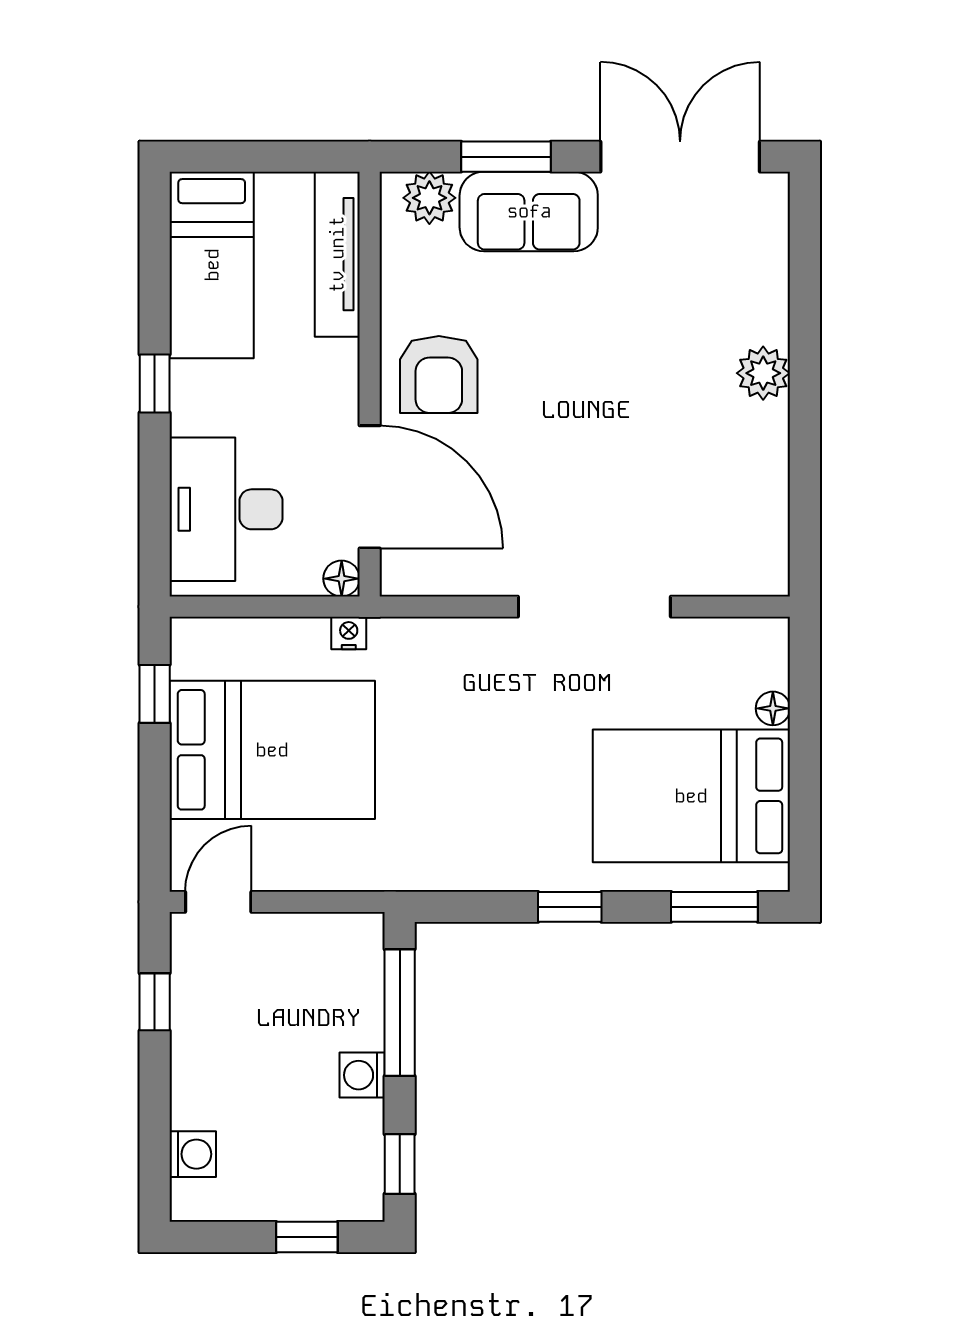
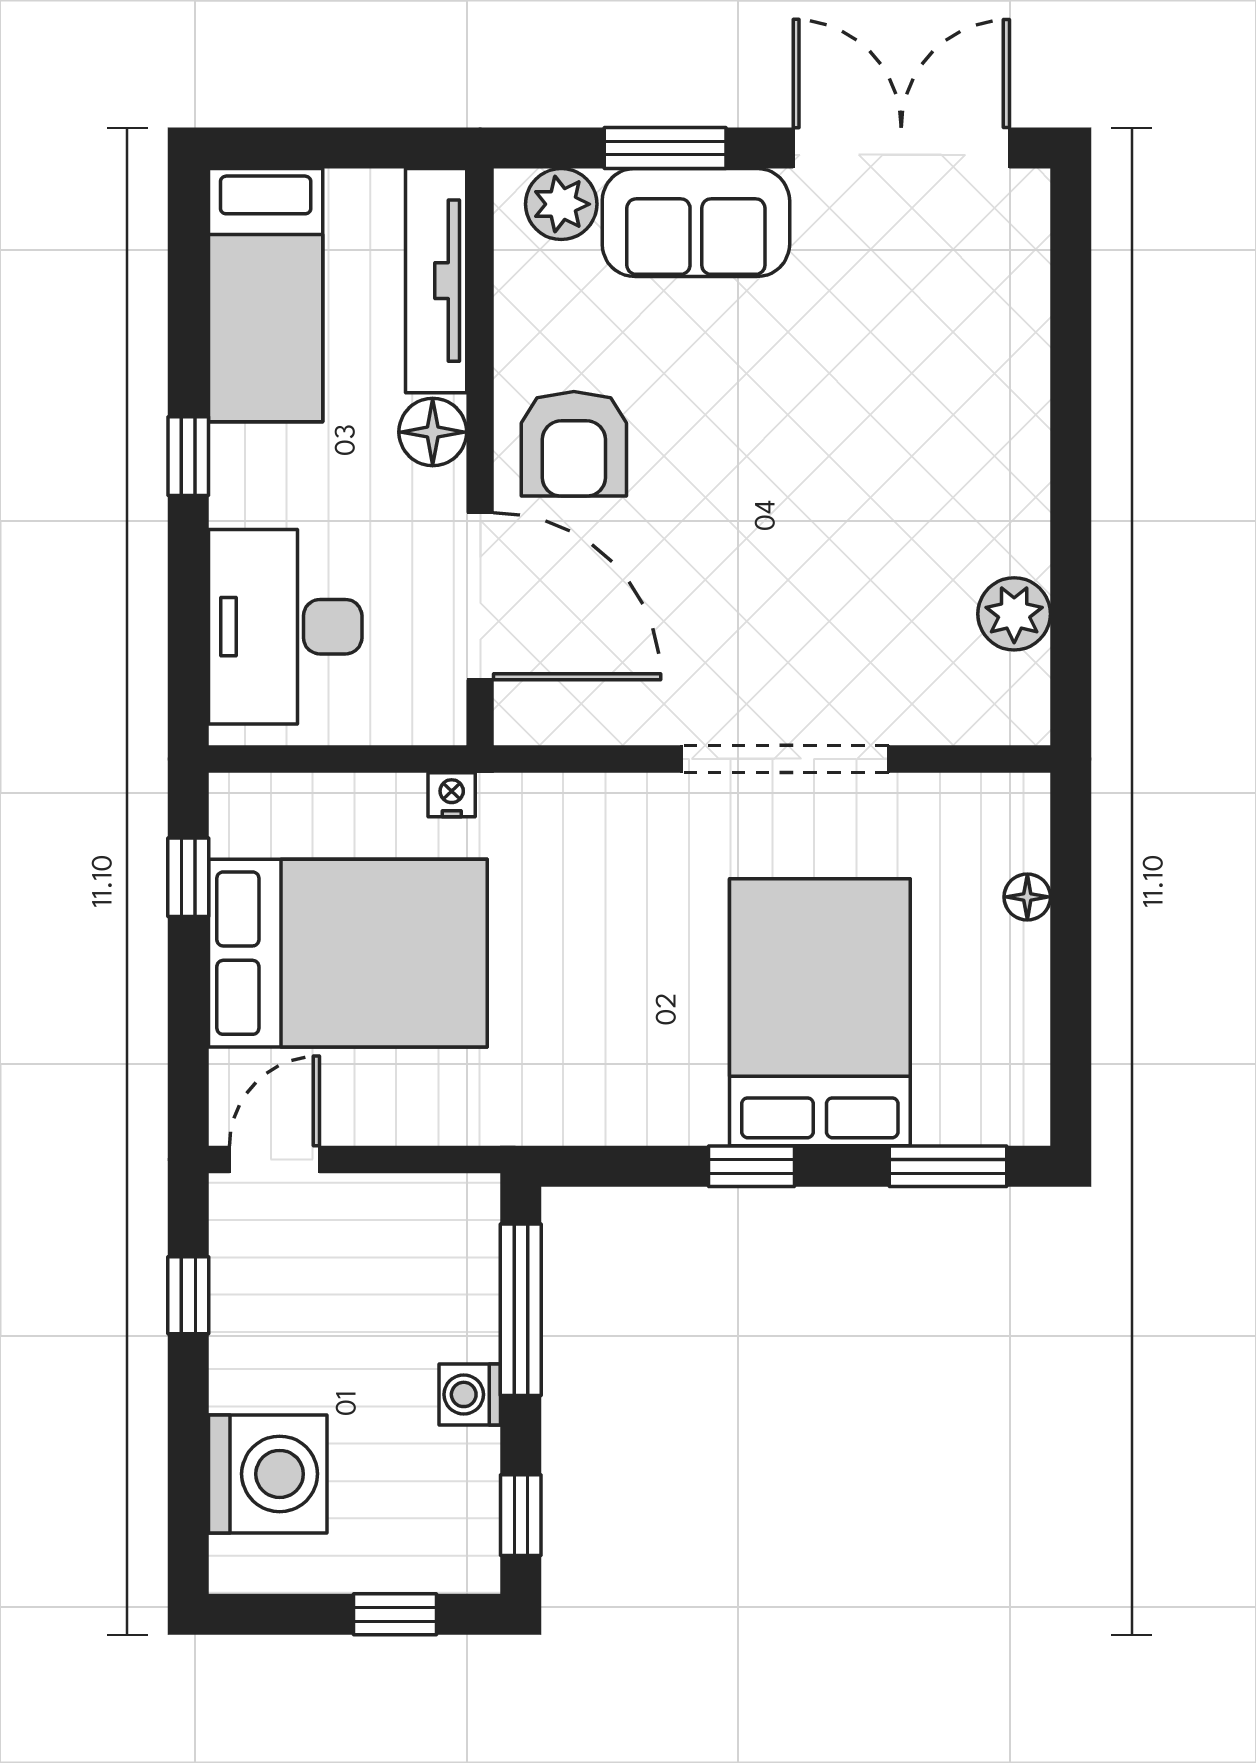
plant: (763, 373) -> (1014, 614), moved
floor lamp: (342, 579) -> (433, 432), moved, width x1.37, depth x1.37
bed: (691, 796) -> (820, 1012), moved, turned 90
washing machine: (193, 1154) -> (268, 1474), width x1.89, depth x1.89

